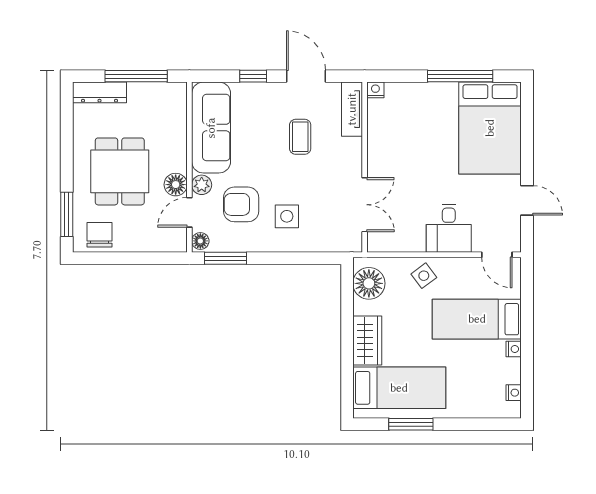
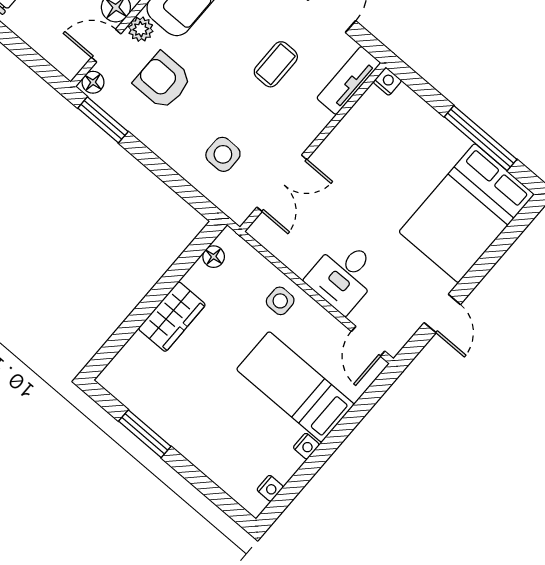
side table: (287, 216) -> (223, 154), moved
side table: (424, 276) -> (280, 301), turned 37
floor lamp: (369, 283) -> (214, 257), width x0.53, depth x0.53
bed: (399, 388) -> (164, 389), removed

